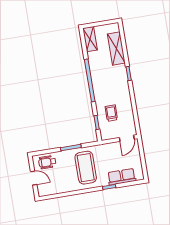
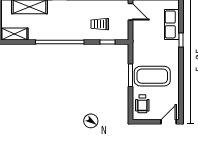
coffee table: (86, 168) -> (152, 76), moved
door: (34, 178) -> (169, 122), moved

